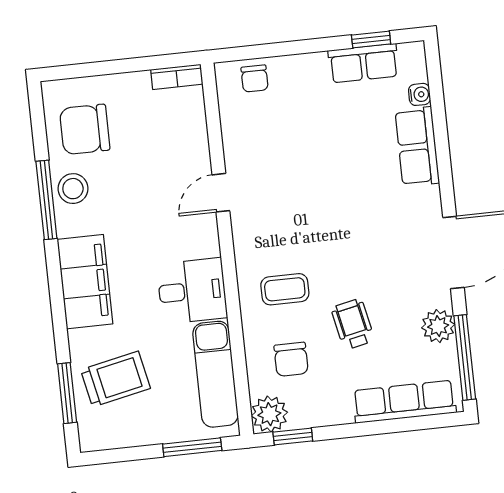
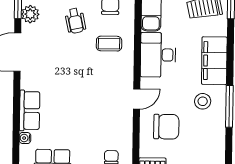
chair: (85, 129) -> (166, 127), moved
stool: (73, 189) -> (203, 101), moved
desk: (192, 291) -> (158, 55), width x1.37

